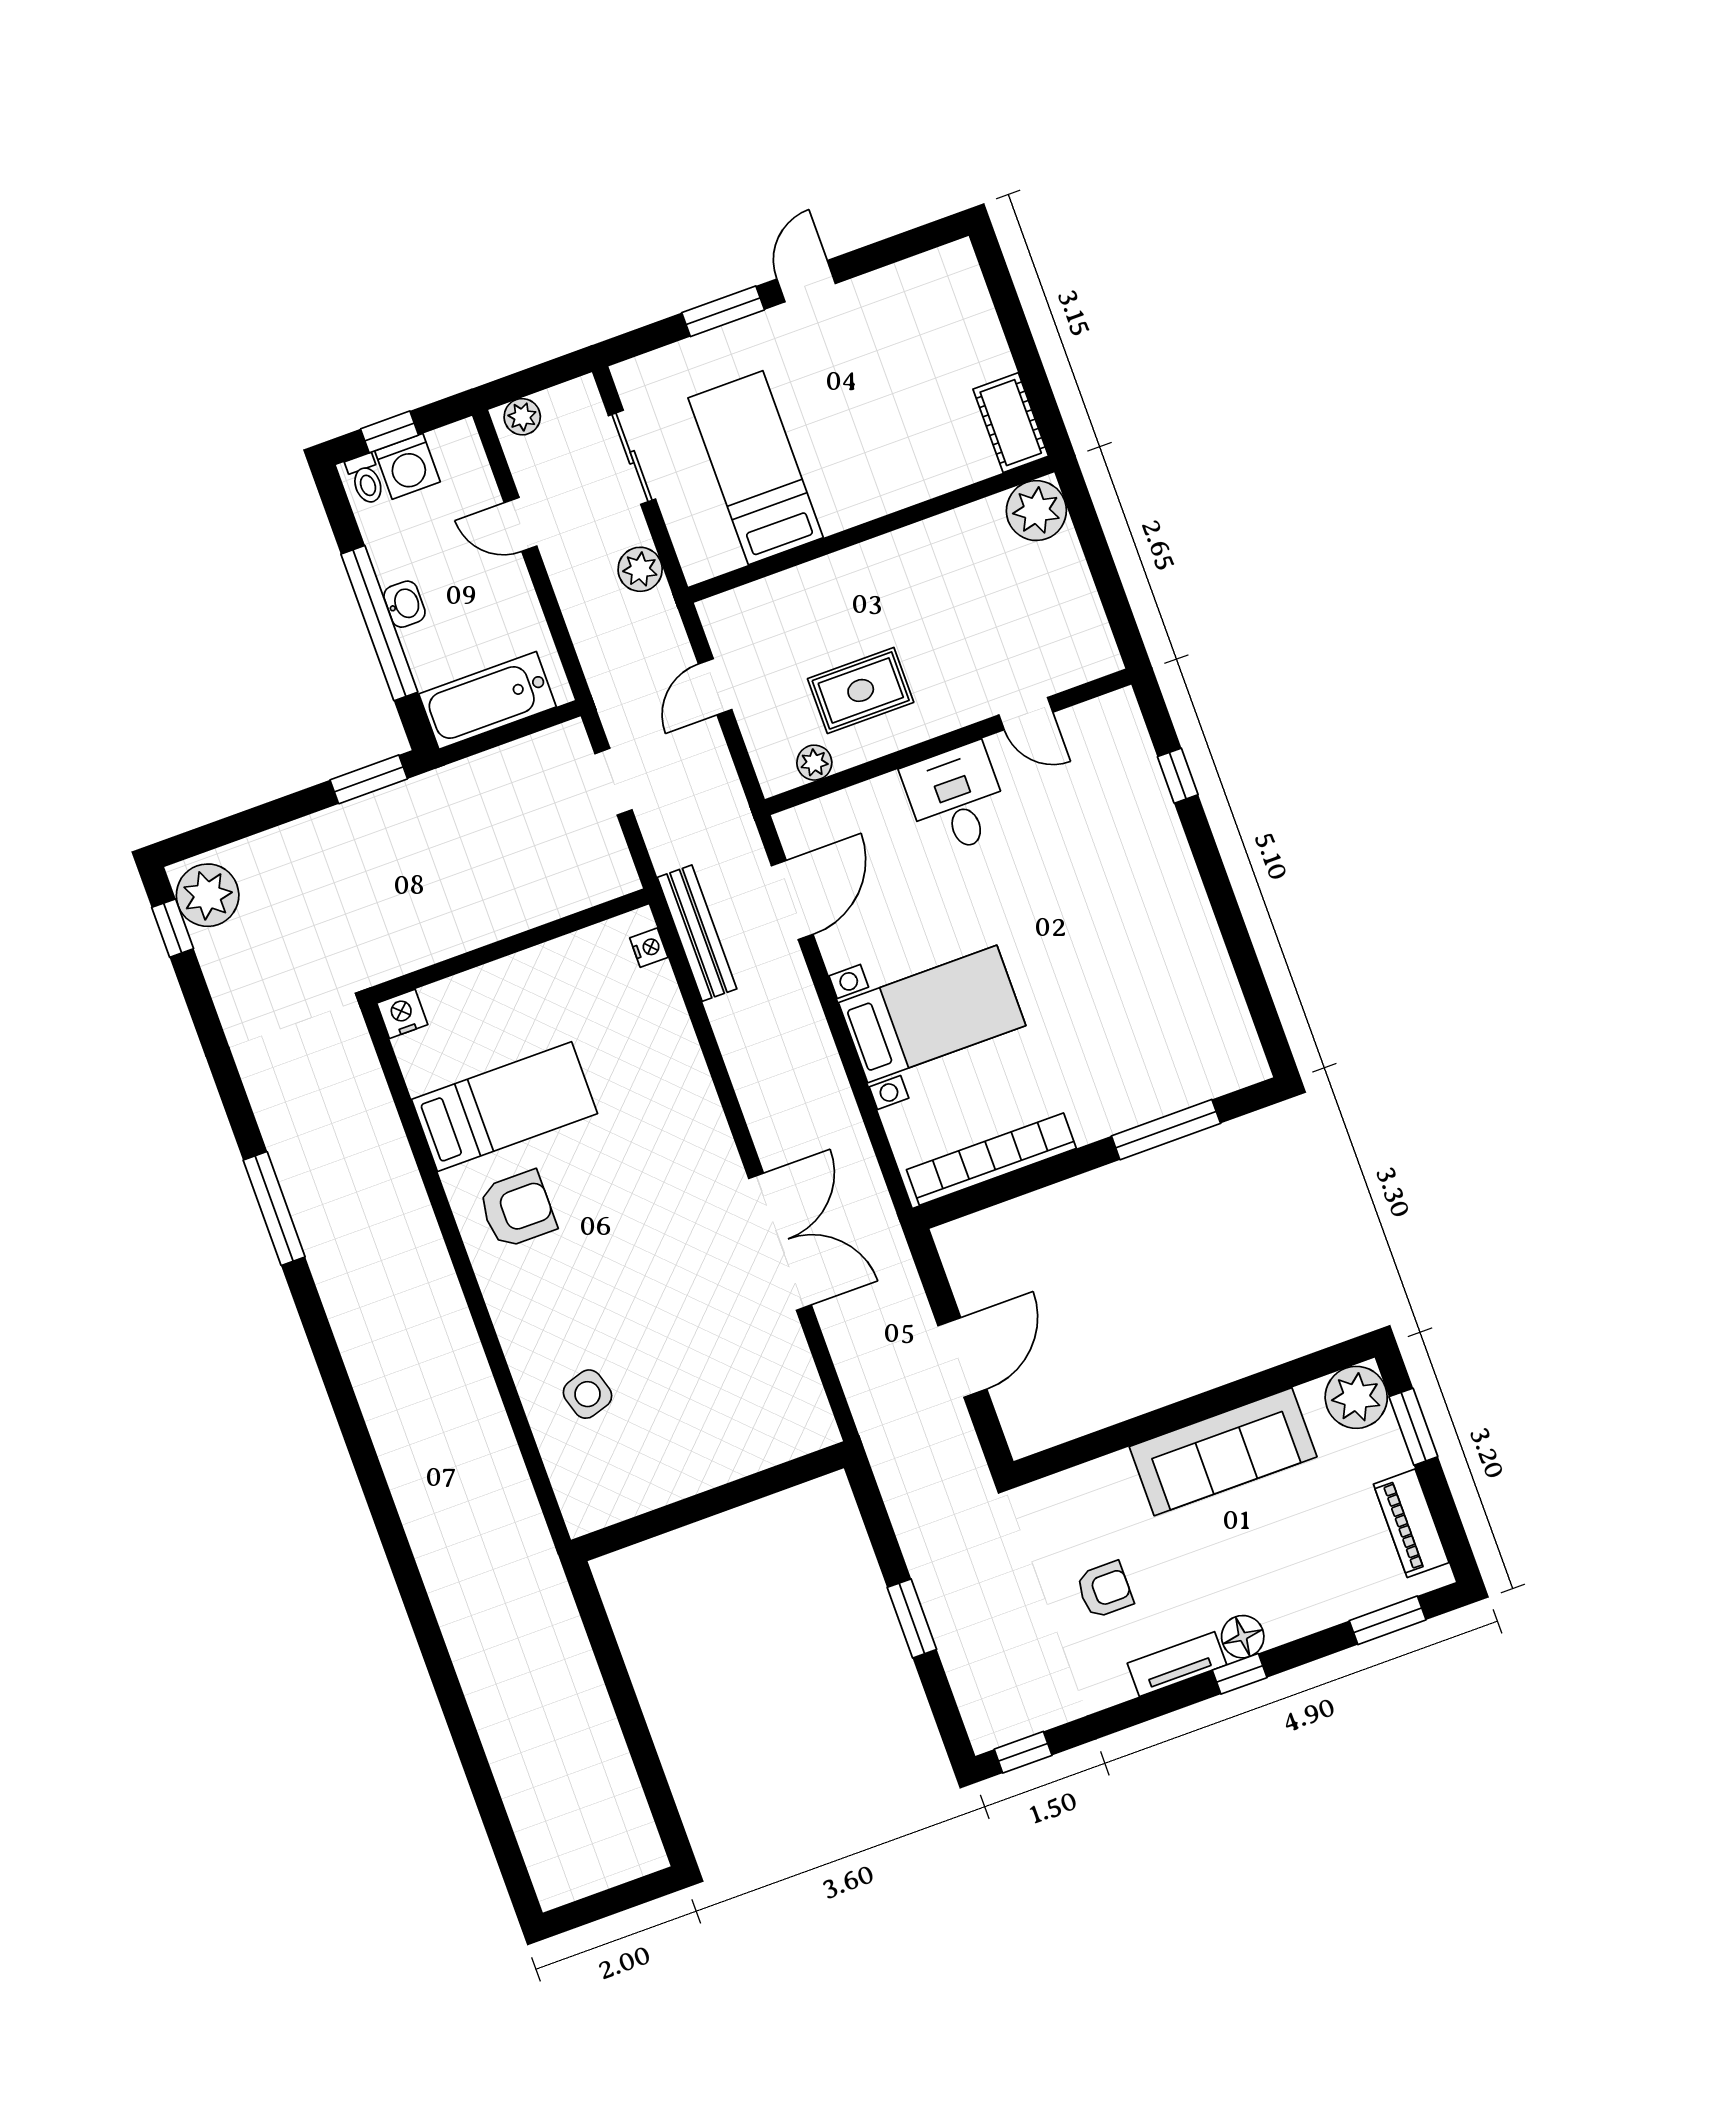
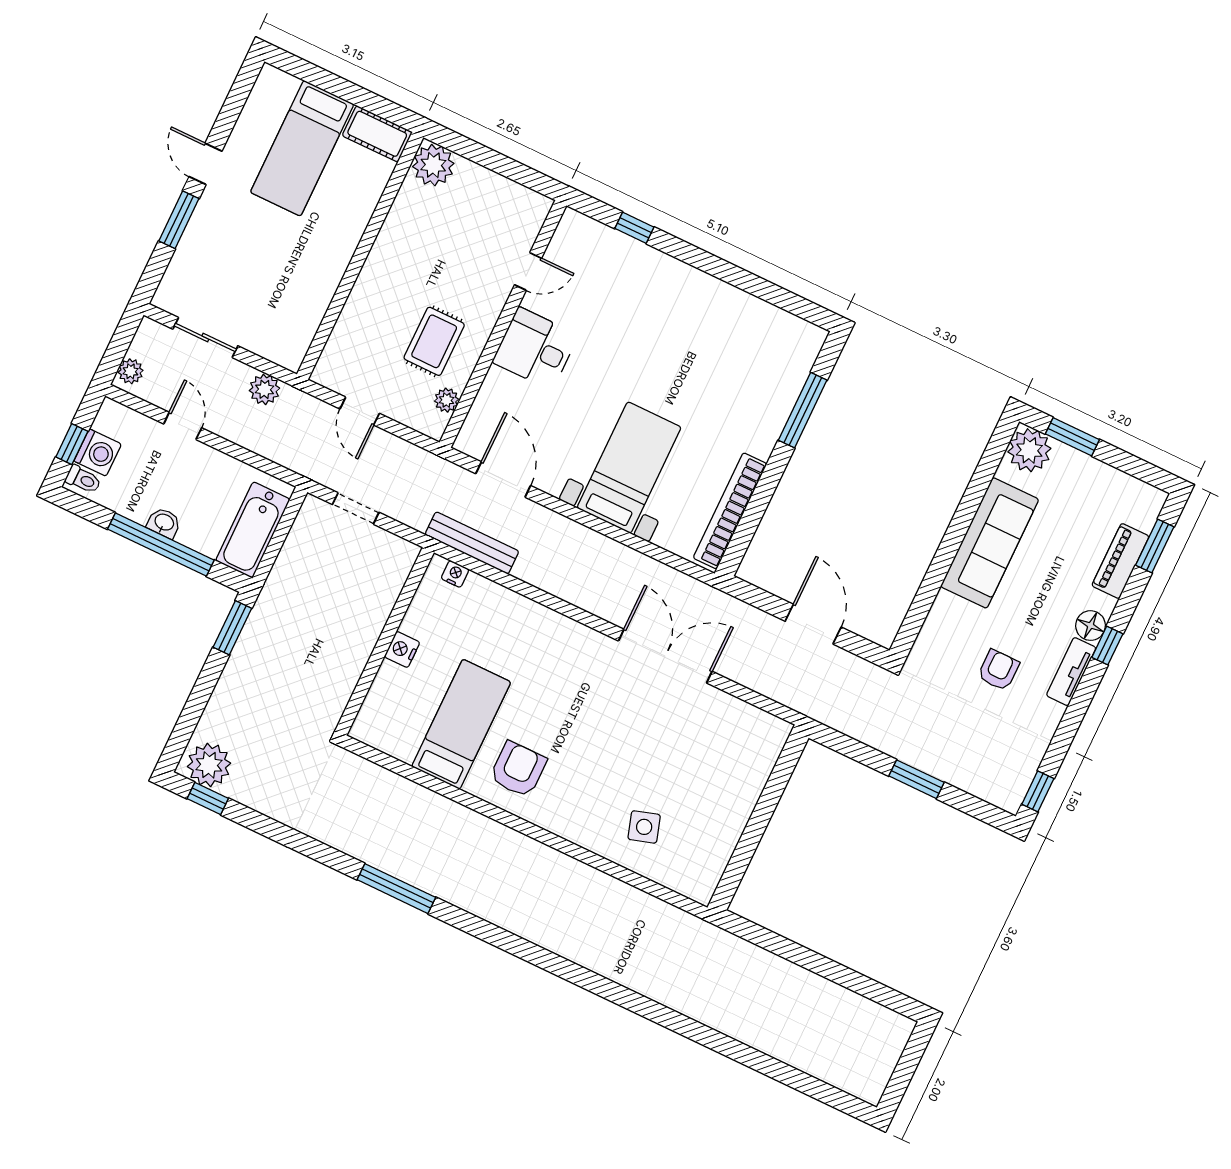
bed: (756, 468) -> (302, 148), moved, turned -90
door: (520, 524) -> (183, 426), swing flipped
nightstand: (402, 1014) -> (402, 649), moved
piano: (1411, 1523) -> (1120, 561), moved, turned 90

